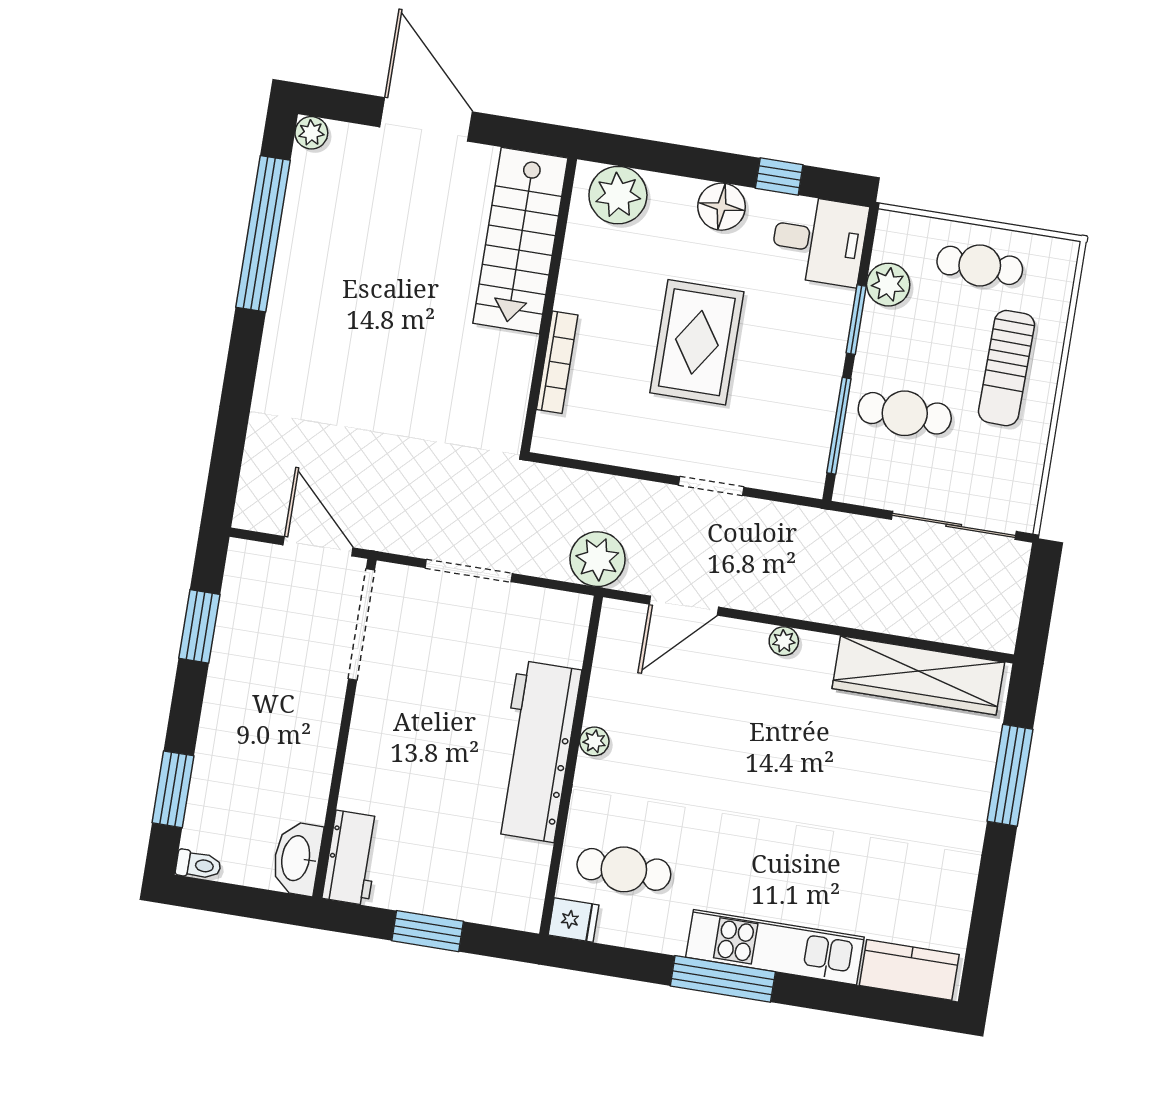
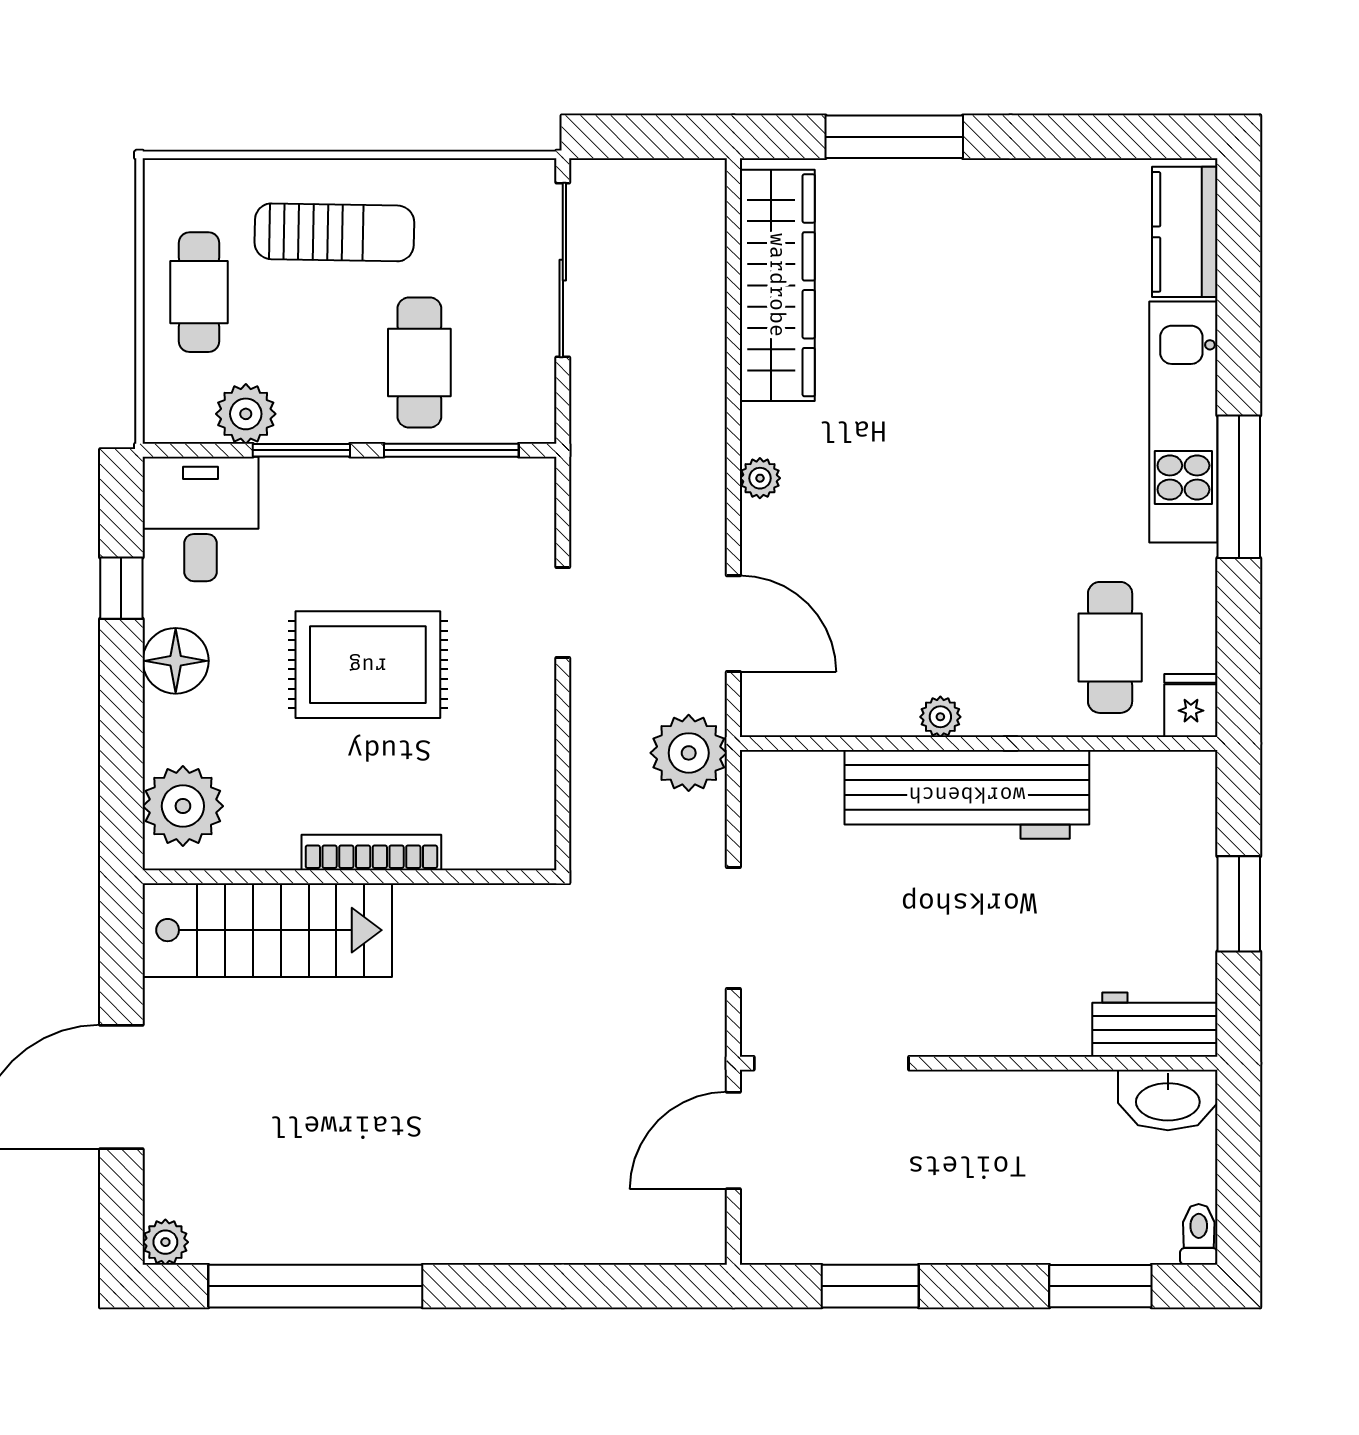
bookcase: (557, 362) -> (371, 852), moved

